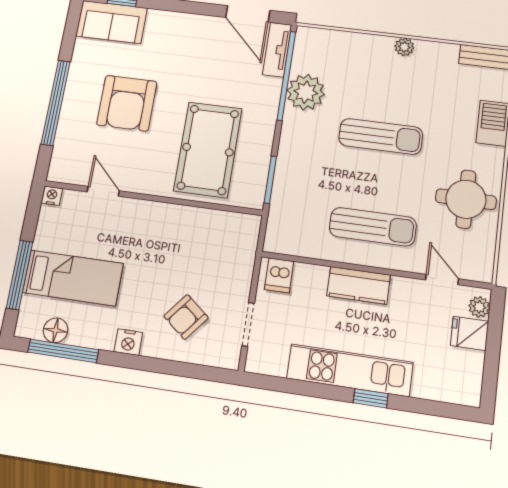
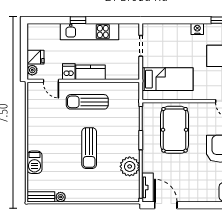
plant: (404, 47) -> (61, 197), moved
sun lounger: (381, 136) -> (89, 148), turned -90
round table: (466, 199) -> (44, 122), removed
bed: (205, 250) -> (167, 79), added
dishwasher: (279, 275) -> (69, 72), moved
armchair: (186, 317) -> (171, 45), removed

